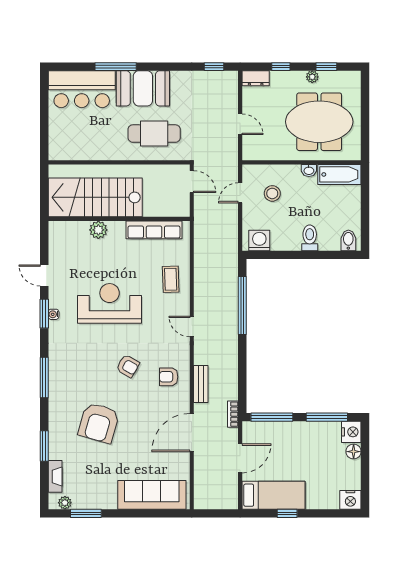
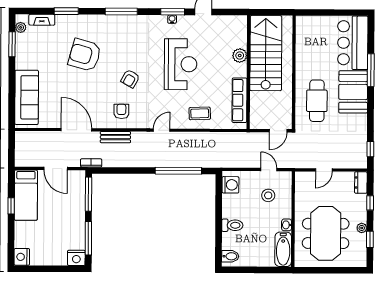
floor lamp: (354, 452) -> (61, 260), removed

